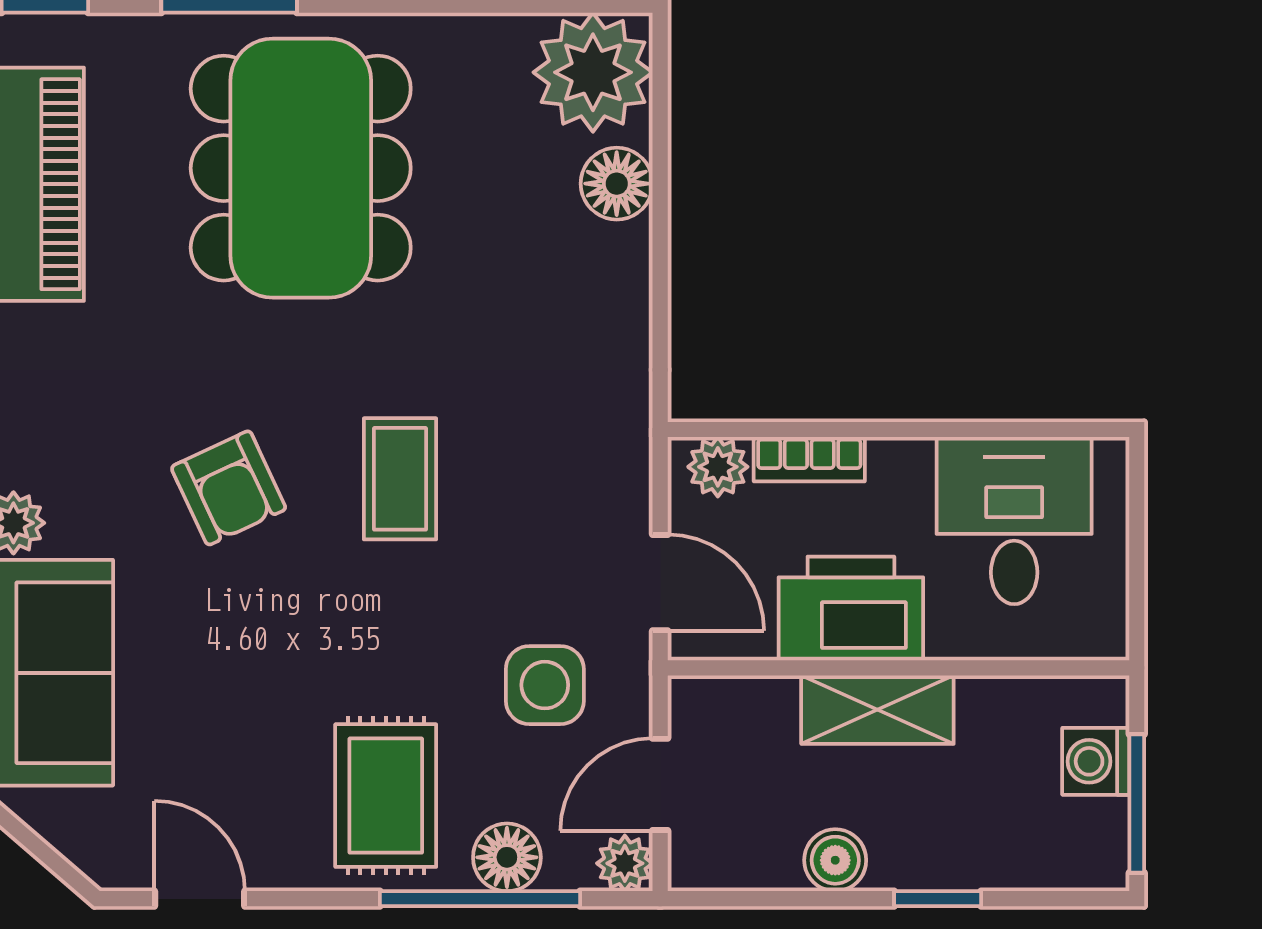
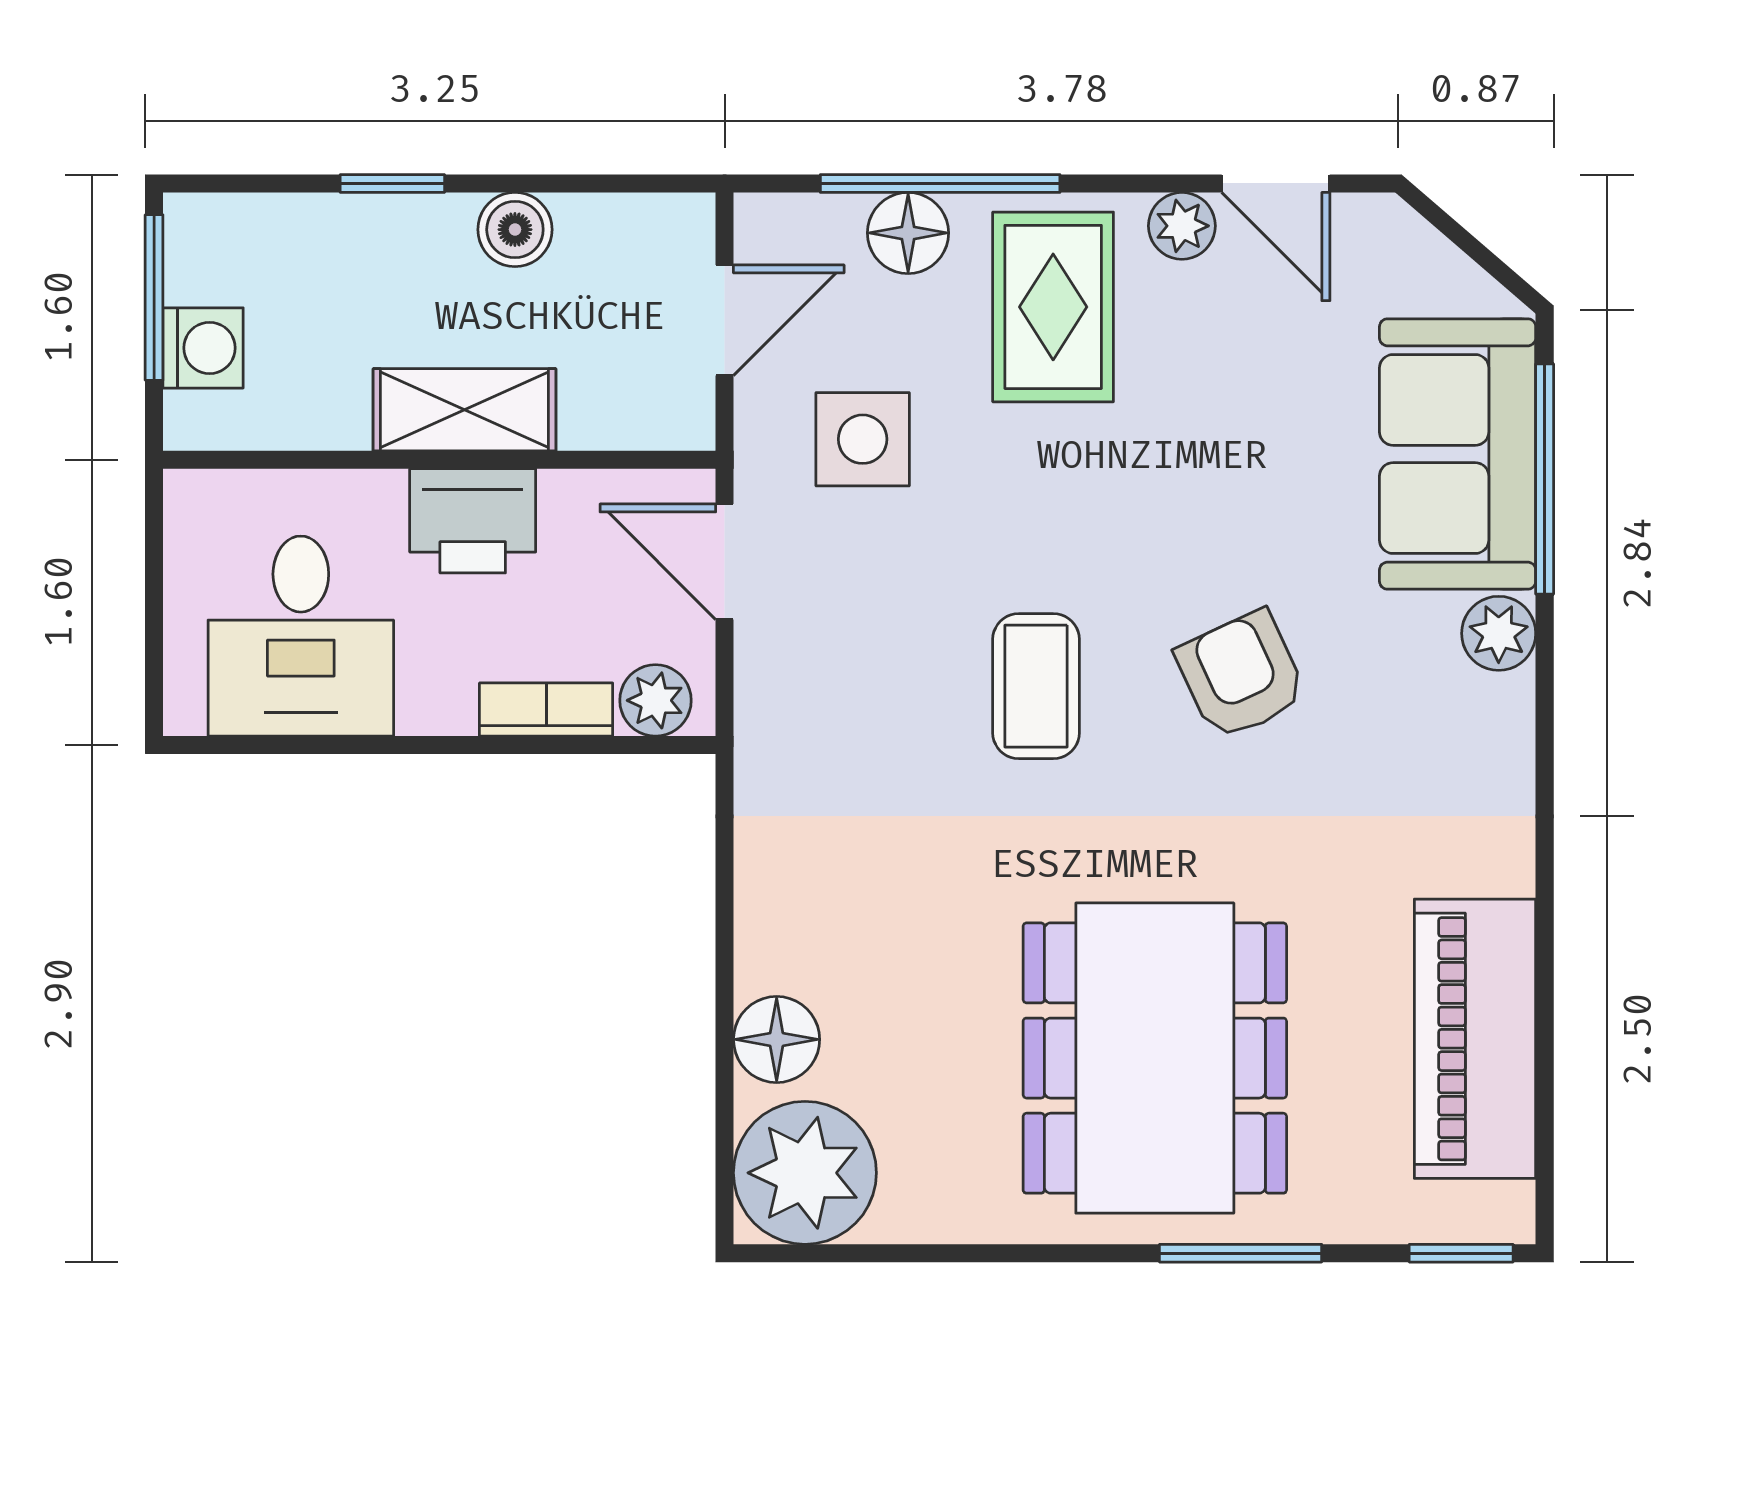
printer: (851, 608) -> (473, 521), width x0.73, depth x0.84
plant: (625, 863) -> (1182, 226), moved

